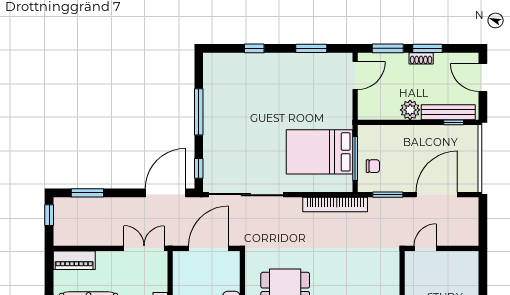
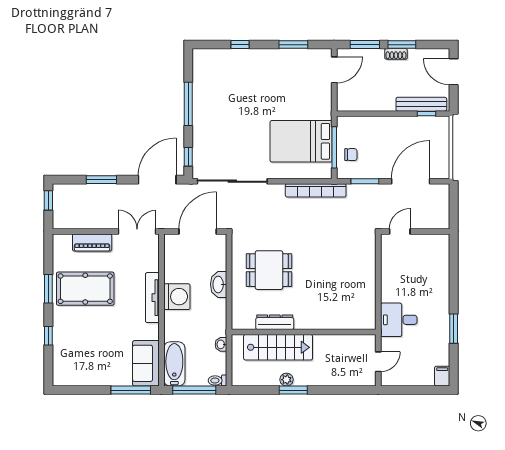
plant: (410, 110) -> (386, 102), removed
window: (87, 193) -> (101, 180), moved
piano: (74, 260) -> (92, 243), moved

